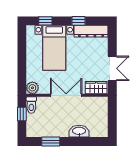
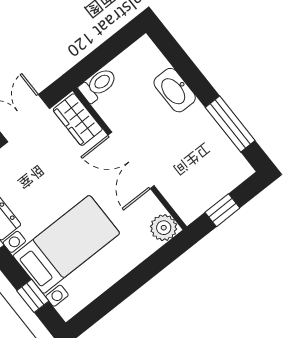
toilet: (31, 105) -> (98, 85), moved
window: (51, 142) -> (230, 124), width x1.44

